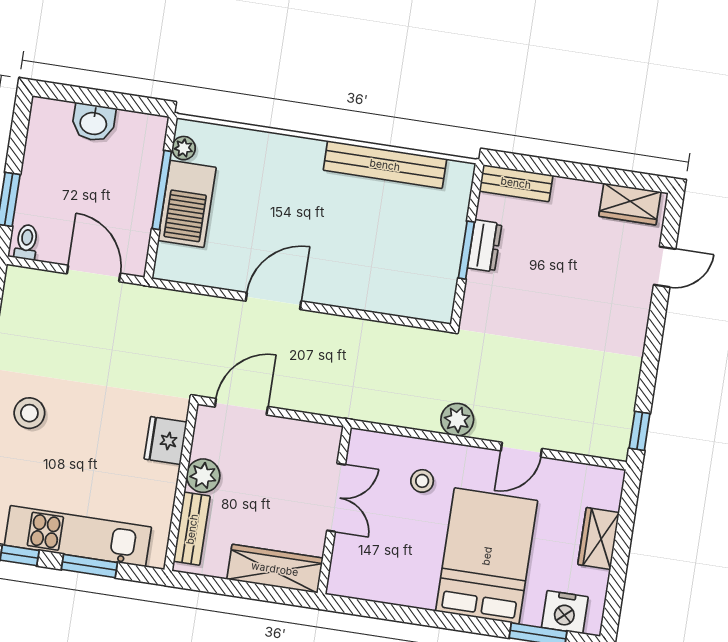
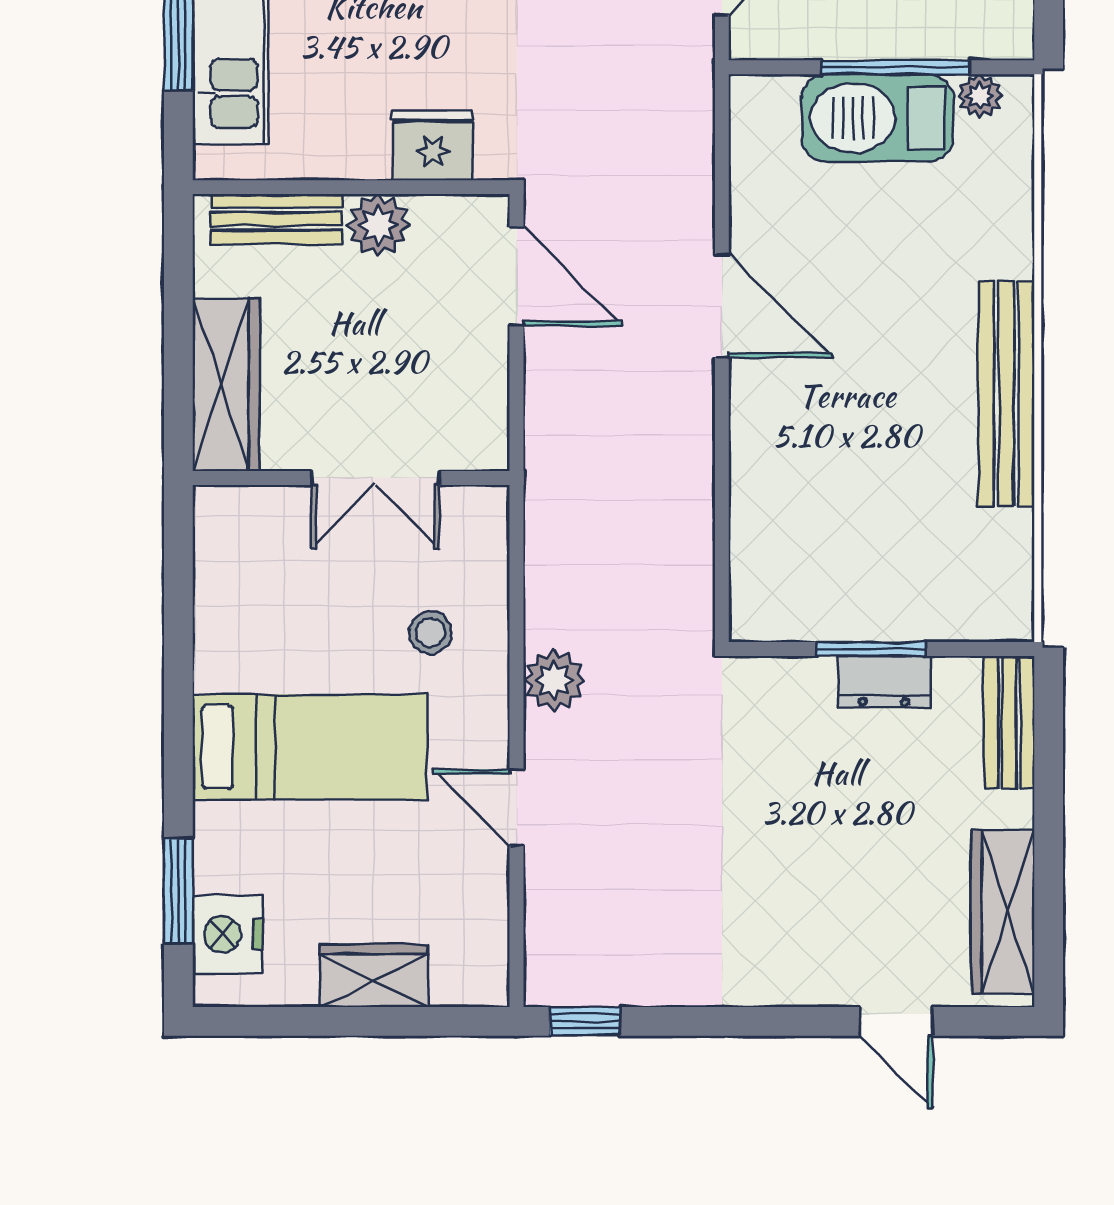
bench: (385, 165) -> (1006, 394), moved
wardrobe: (630, 204) -> (1003, 912), width x1.50
bed: (487, 556) -> (310, 747), width x0.67

